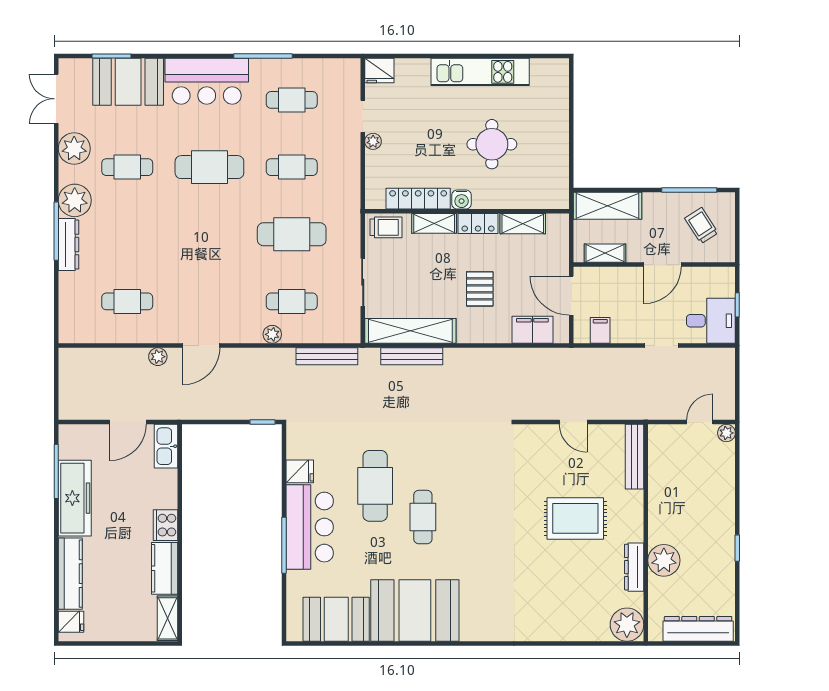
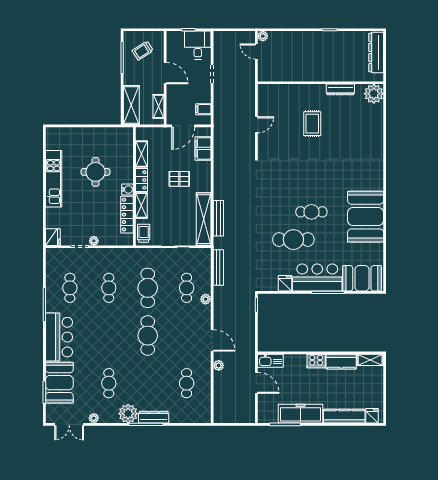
plant: (74, 149) -> (94, 418), width x0.53, depth x0.53
cafe table: (209, 167) -> (148, 336), moved
bench: (635, 457) -> (277, 89), removed
rug: (575, 518) -> (312, 124), width x0.73, depth x0.70
plant: (664, 560) -> (337, 72), removed
booth: (336, 619) -> (362, 278), moved, turned 90

